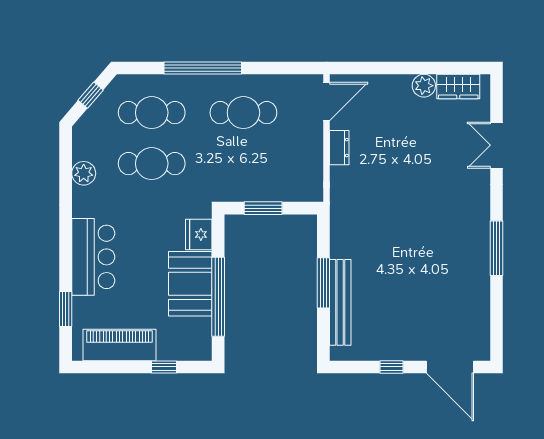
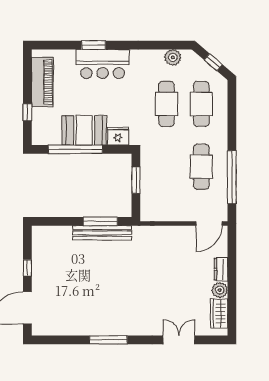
window: (203, 68) -> (232, 177), moved
door: (326, 101) -> (209, 223), hinge flipped
dresser: (339, 148) -> (221, 269), moved, turned 90
plant: (84, 173) -> (173, 57), moved
window: (323, 283) -> (100, 221), moved
bench: (340, 302) -> (102, 233), moved
window: (66, 309) -> (94, 45), moved

